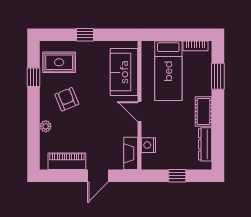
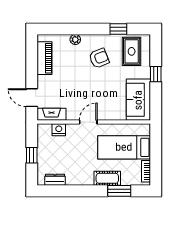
sofa: (124, 72) -> (138, 100), moved, turned -90
cot: (204, 112) -> (107, 178), moved
dresser: (205, 144) -> (55, 180), width x0.70
door: (98, 176) -> (32, 98), moved

